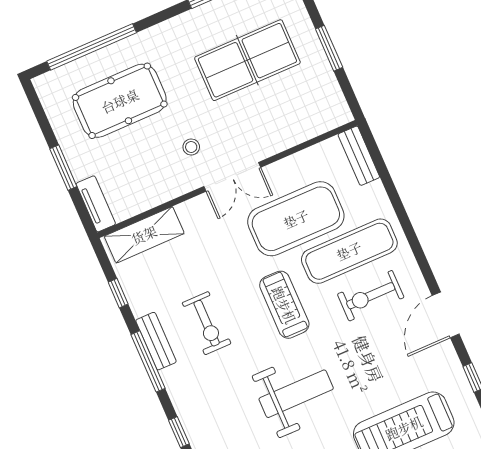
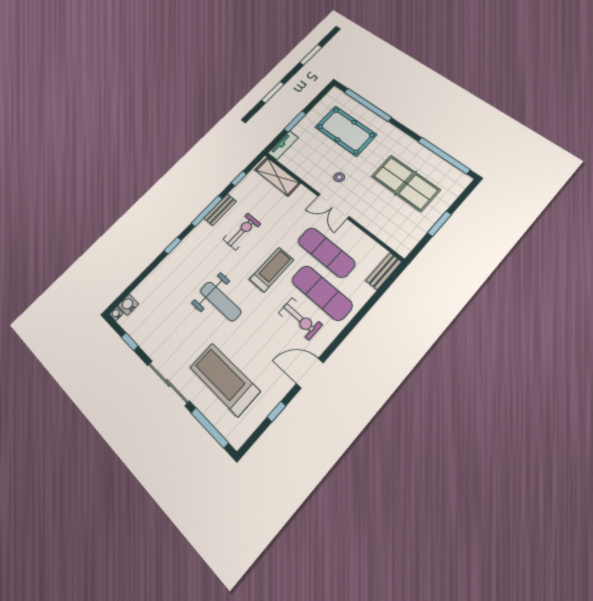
exercise mat: (296, 219) -> (326, 252), width x0.68
exercise bike: (371, 296) -> (300, 319), turned 180
exercise bike: (207, 323) -> (242, 232), turned 180

